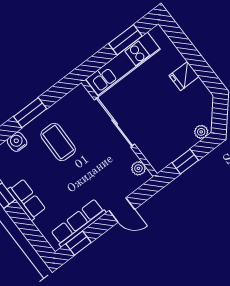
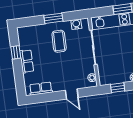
water cooler: (17, 142) -> (76, 24), moved
row of seats: (78, 223) -> (41, 89), width x0.68
window: (78, 243) -> (40, 98), removed

